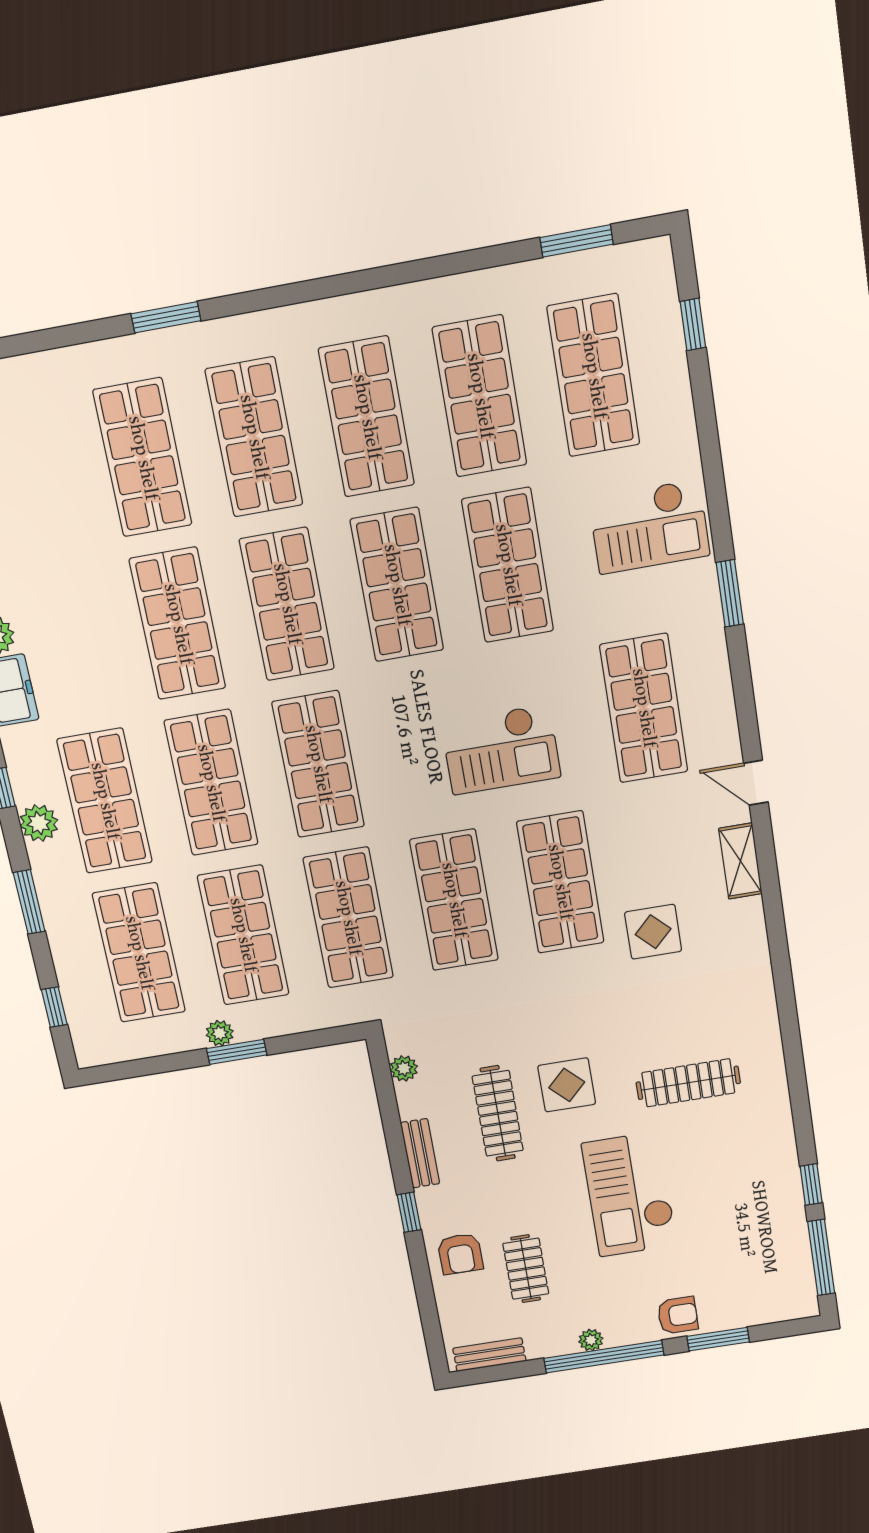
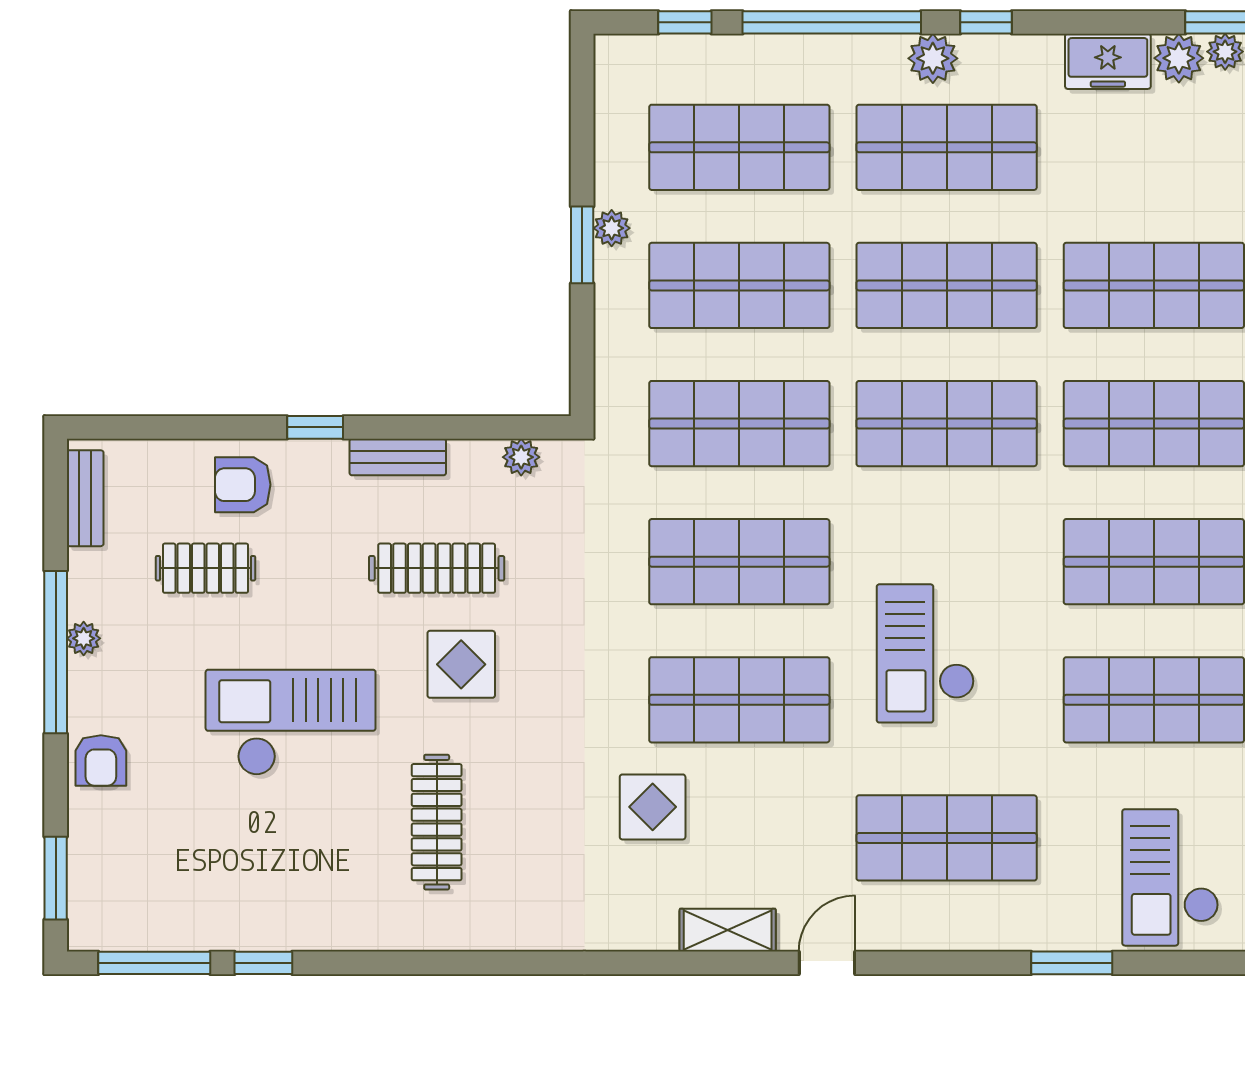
window: (29, 902) -> (832, 22), width x2.11
window: (718, 1339) -> (56, 878), moved

